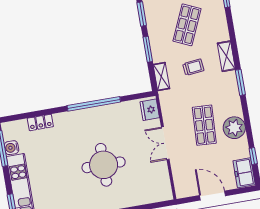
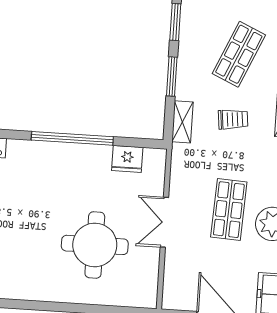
fridge: (150, 110) -> (127, 159), moved, turned -90
round table: (104, 165) -> (95, 245), moved

